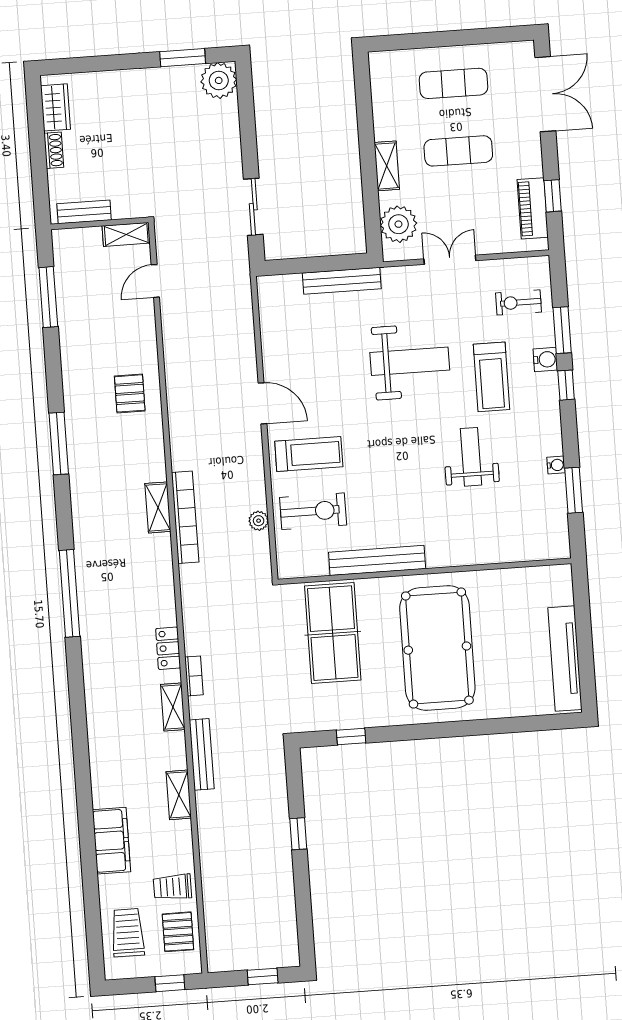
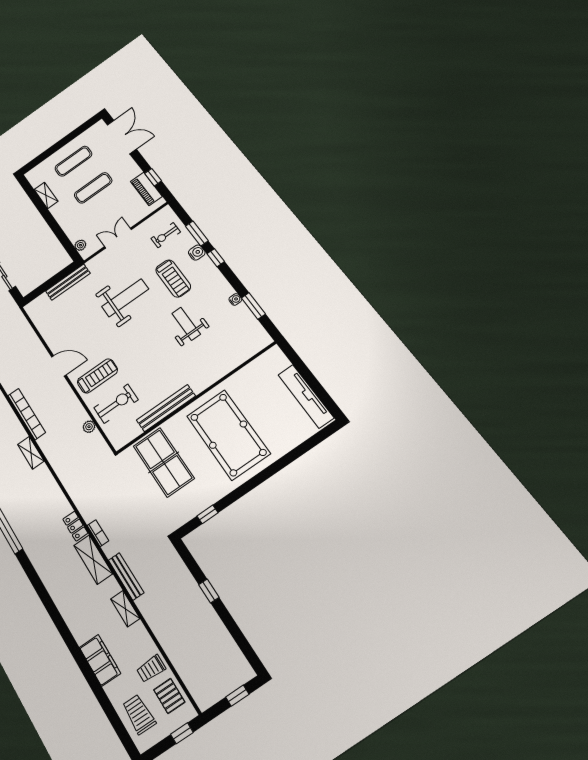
shelving: (387, 166) -> (46, 195), moved
plant: (398, 224) -> (80, 245), width x0.53, depth x0.53
bookcase: (185, 517) -> (27, 414), moved
shelving: (173, 707) -> (93, 560), width x1.50, depth x1.33

